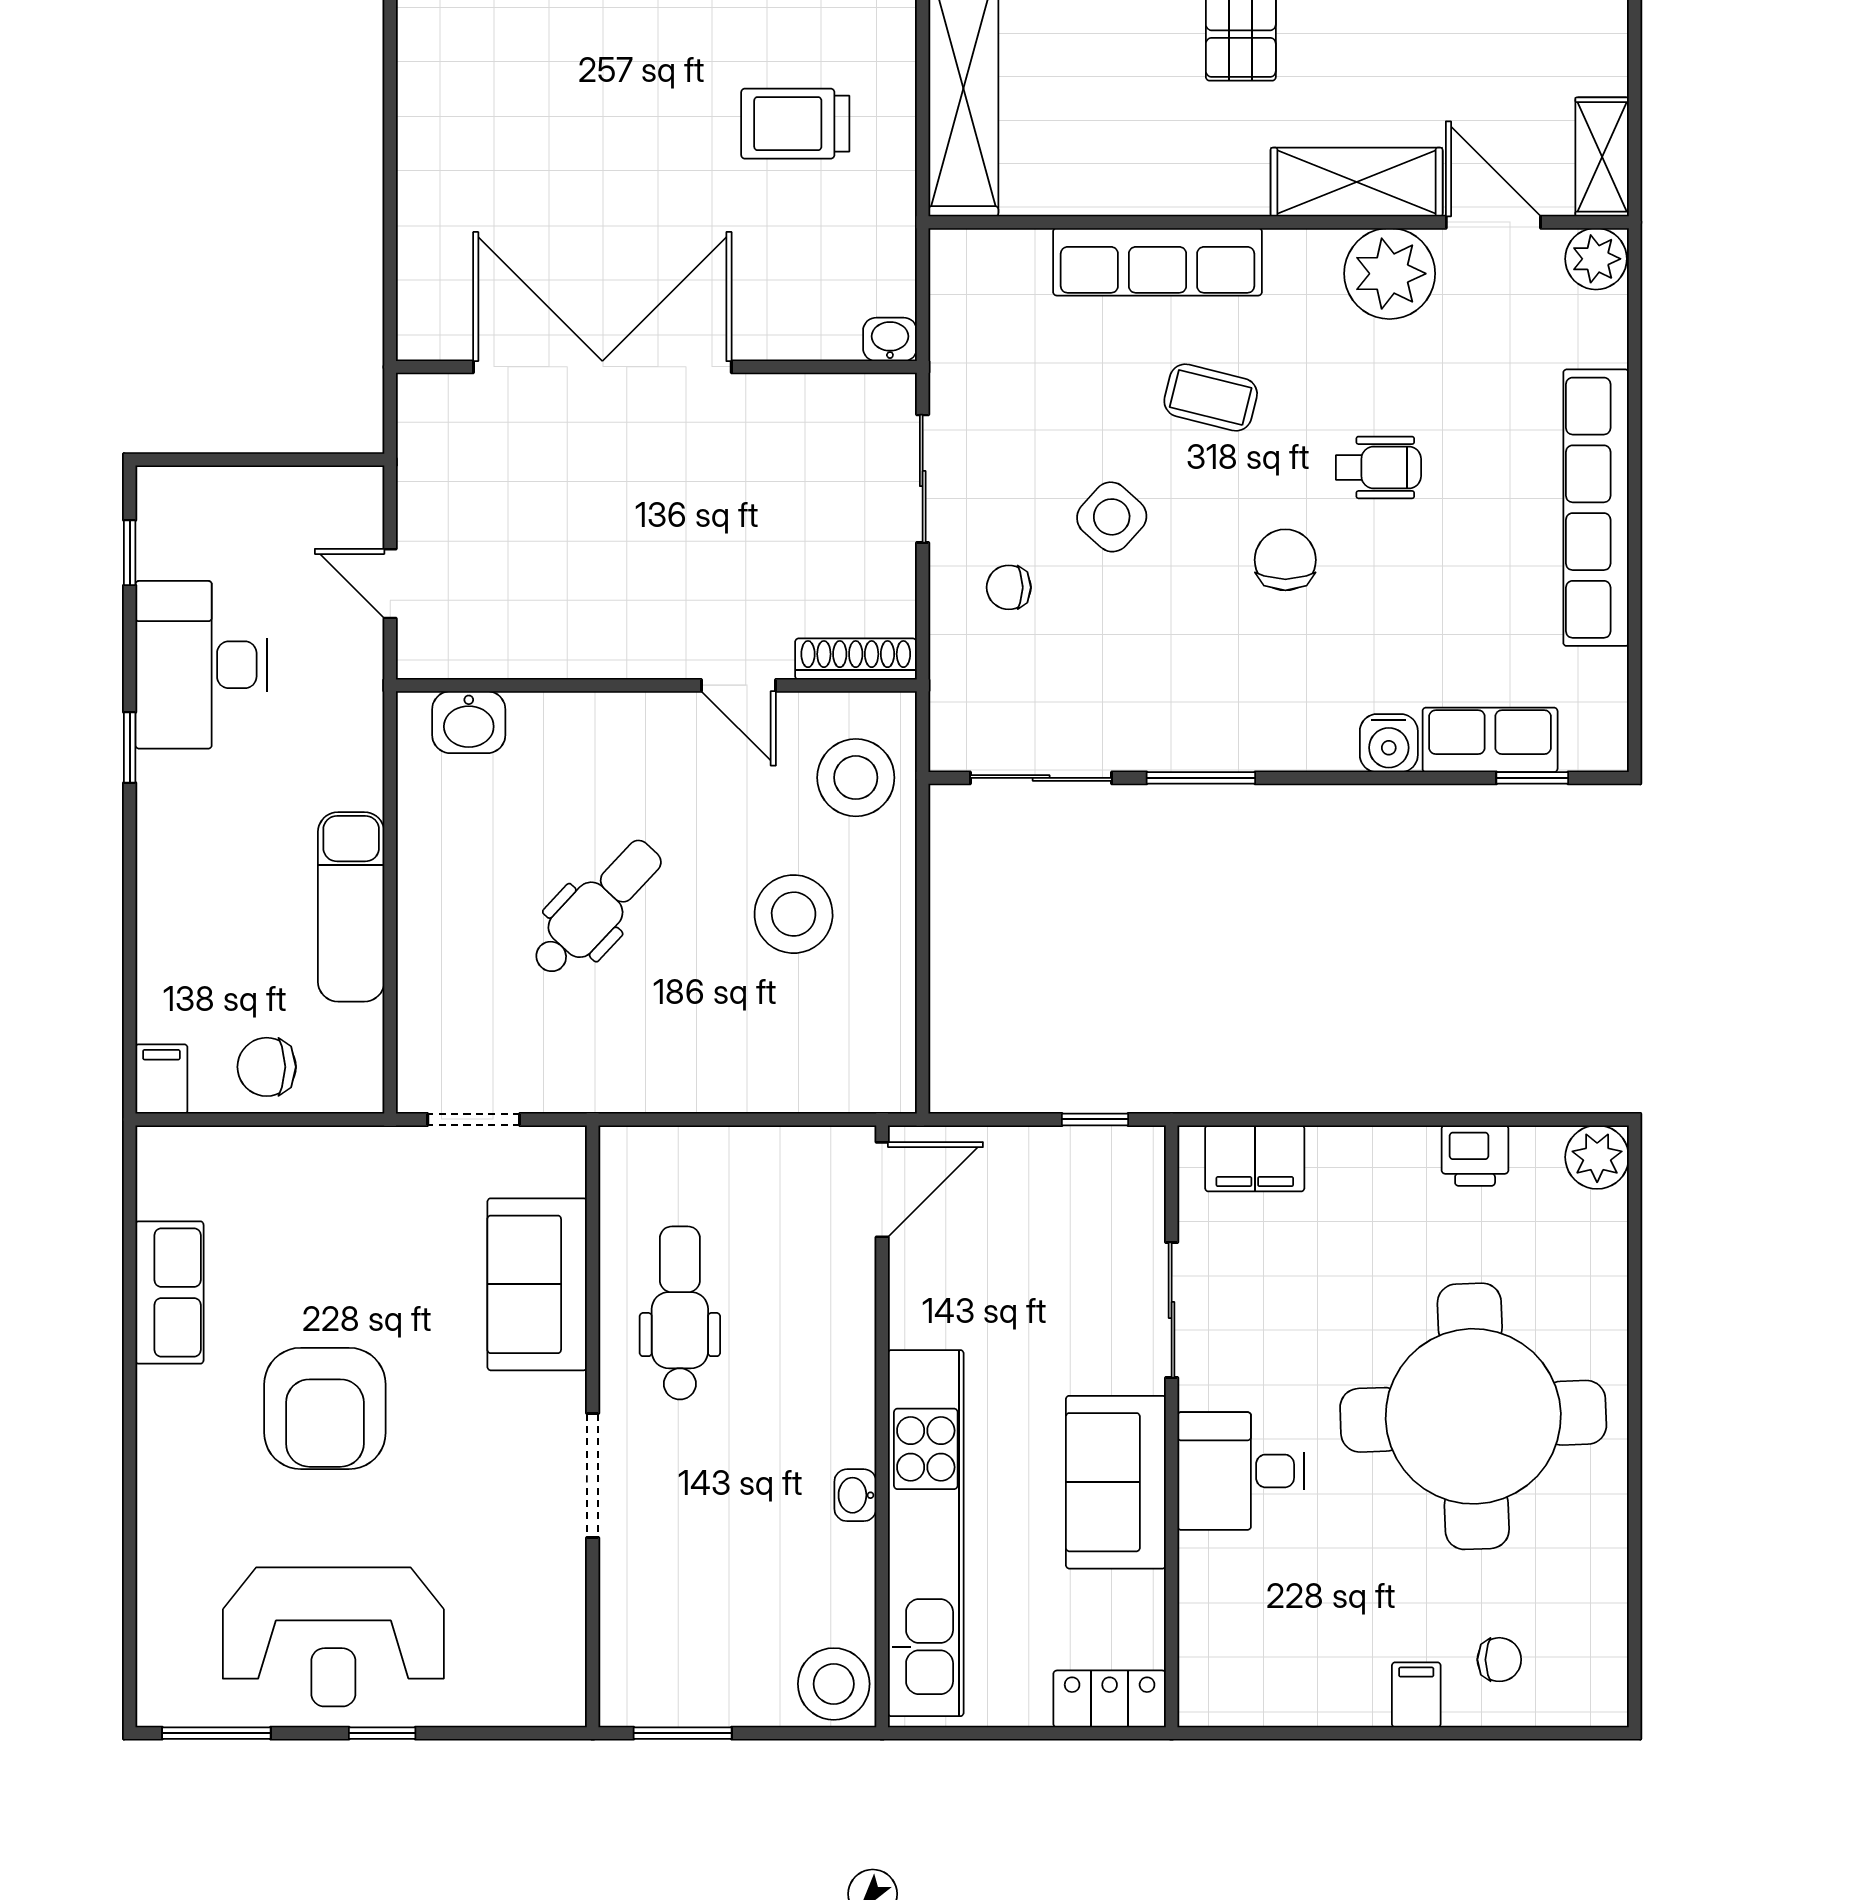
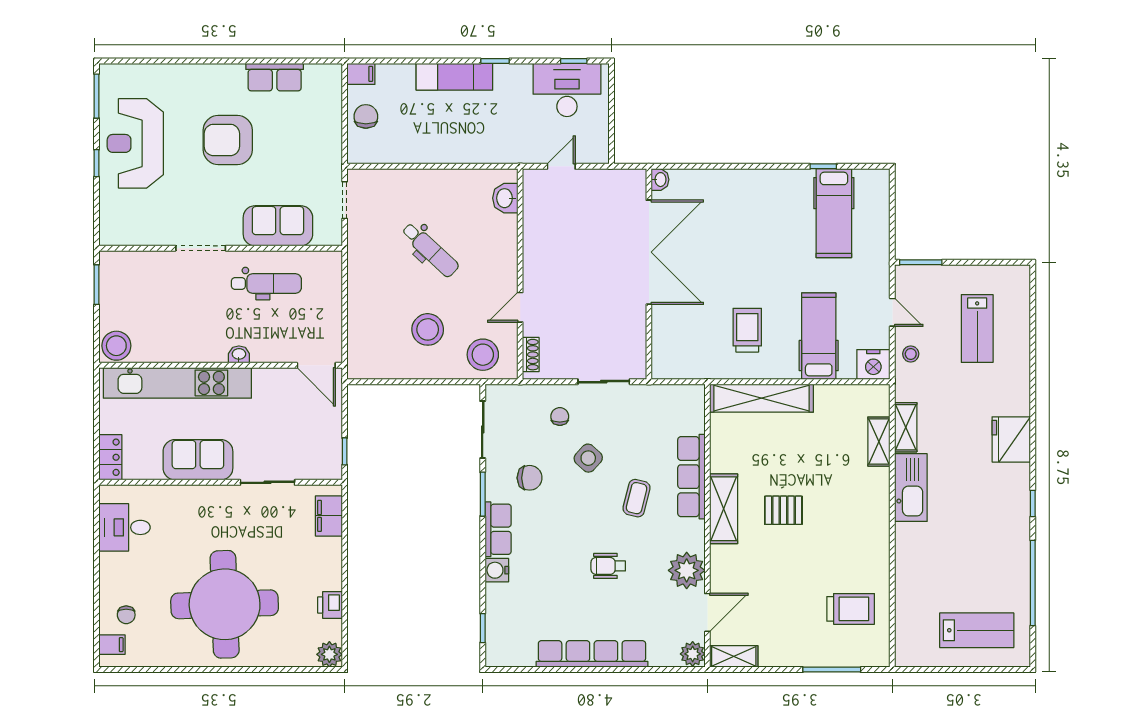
shelving: (1357, 182) -> (724, 509), moved
washbasin: (890, 339) -> (660, 180), moved
wheelchair: (1378, 467) -> (608, 566), turned 90
chair: (1285, 560) -> (530, 478), moved
shoe rack: (856, 659) -> (531, 355), width x0.70
desk: (201, 665) -> (567, 90), moved
row of seats: (1490, 740) -> (498, 529), moved
exam couch: (351, 907) -> (454, 77), moved, turned 180
desk: (1241, 1471) -> (124, 527), moved, turned -90
washbasin: (855, 1495) -> (239, 354), moved
filing cabinet: (1416, 1695) -> (112, 645), moved

